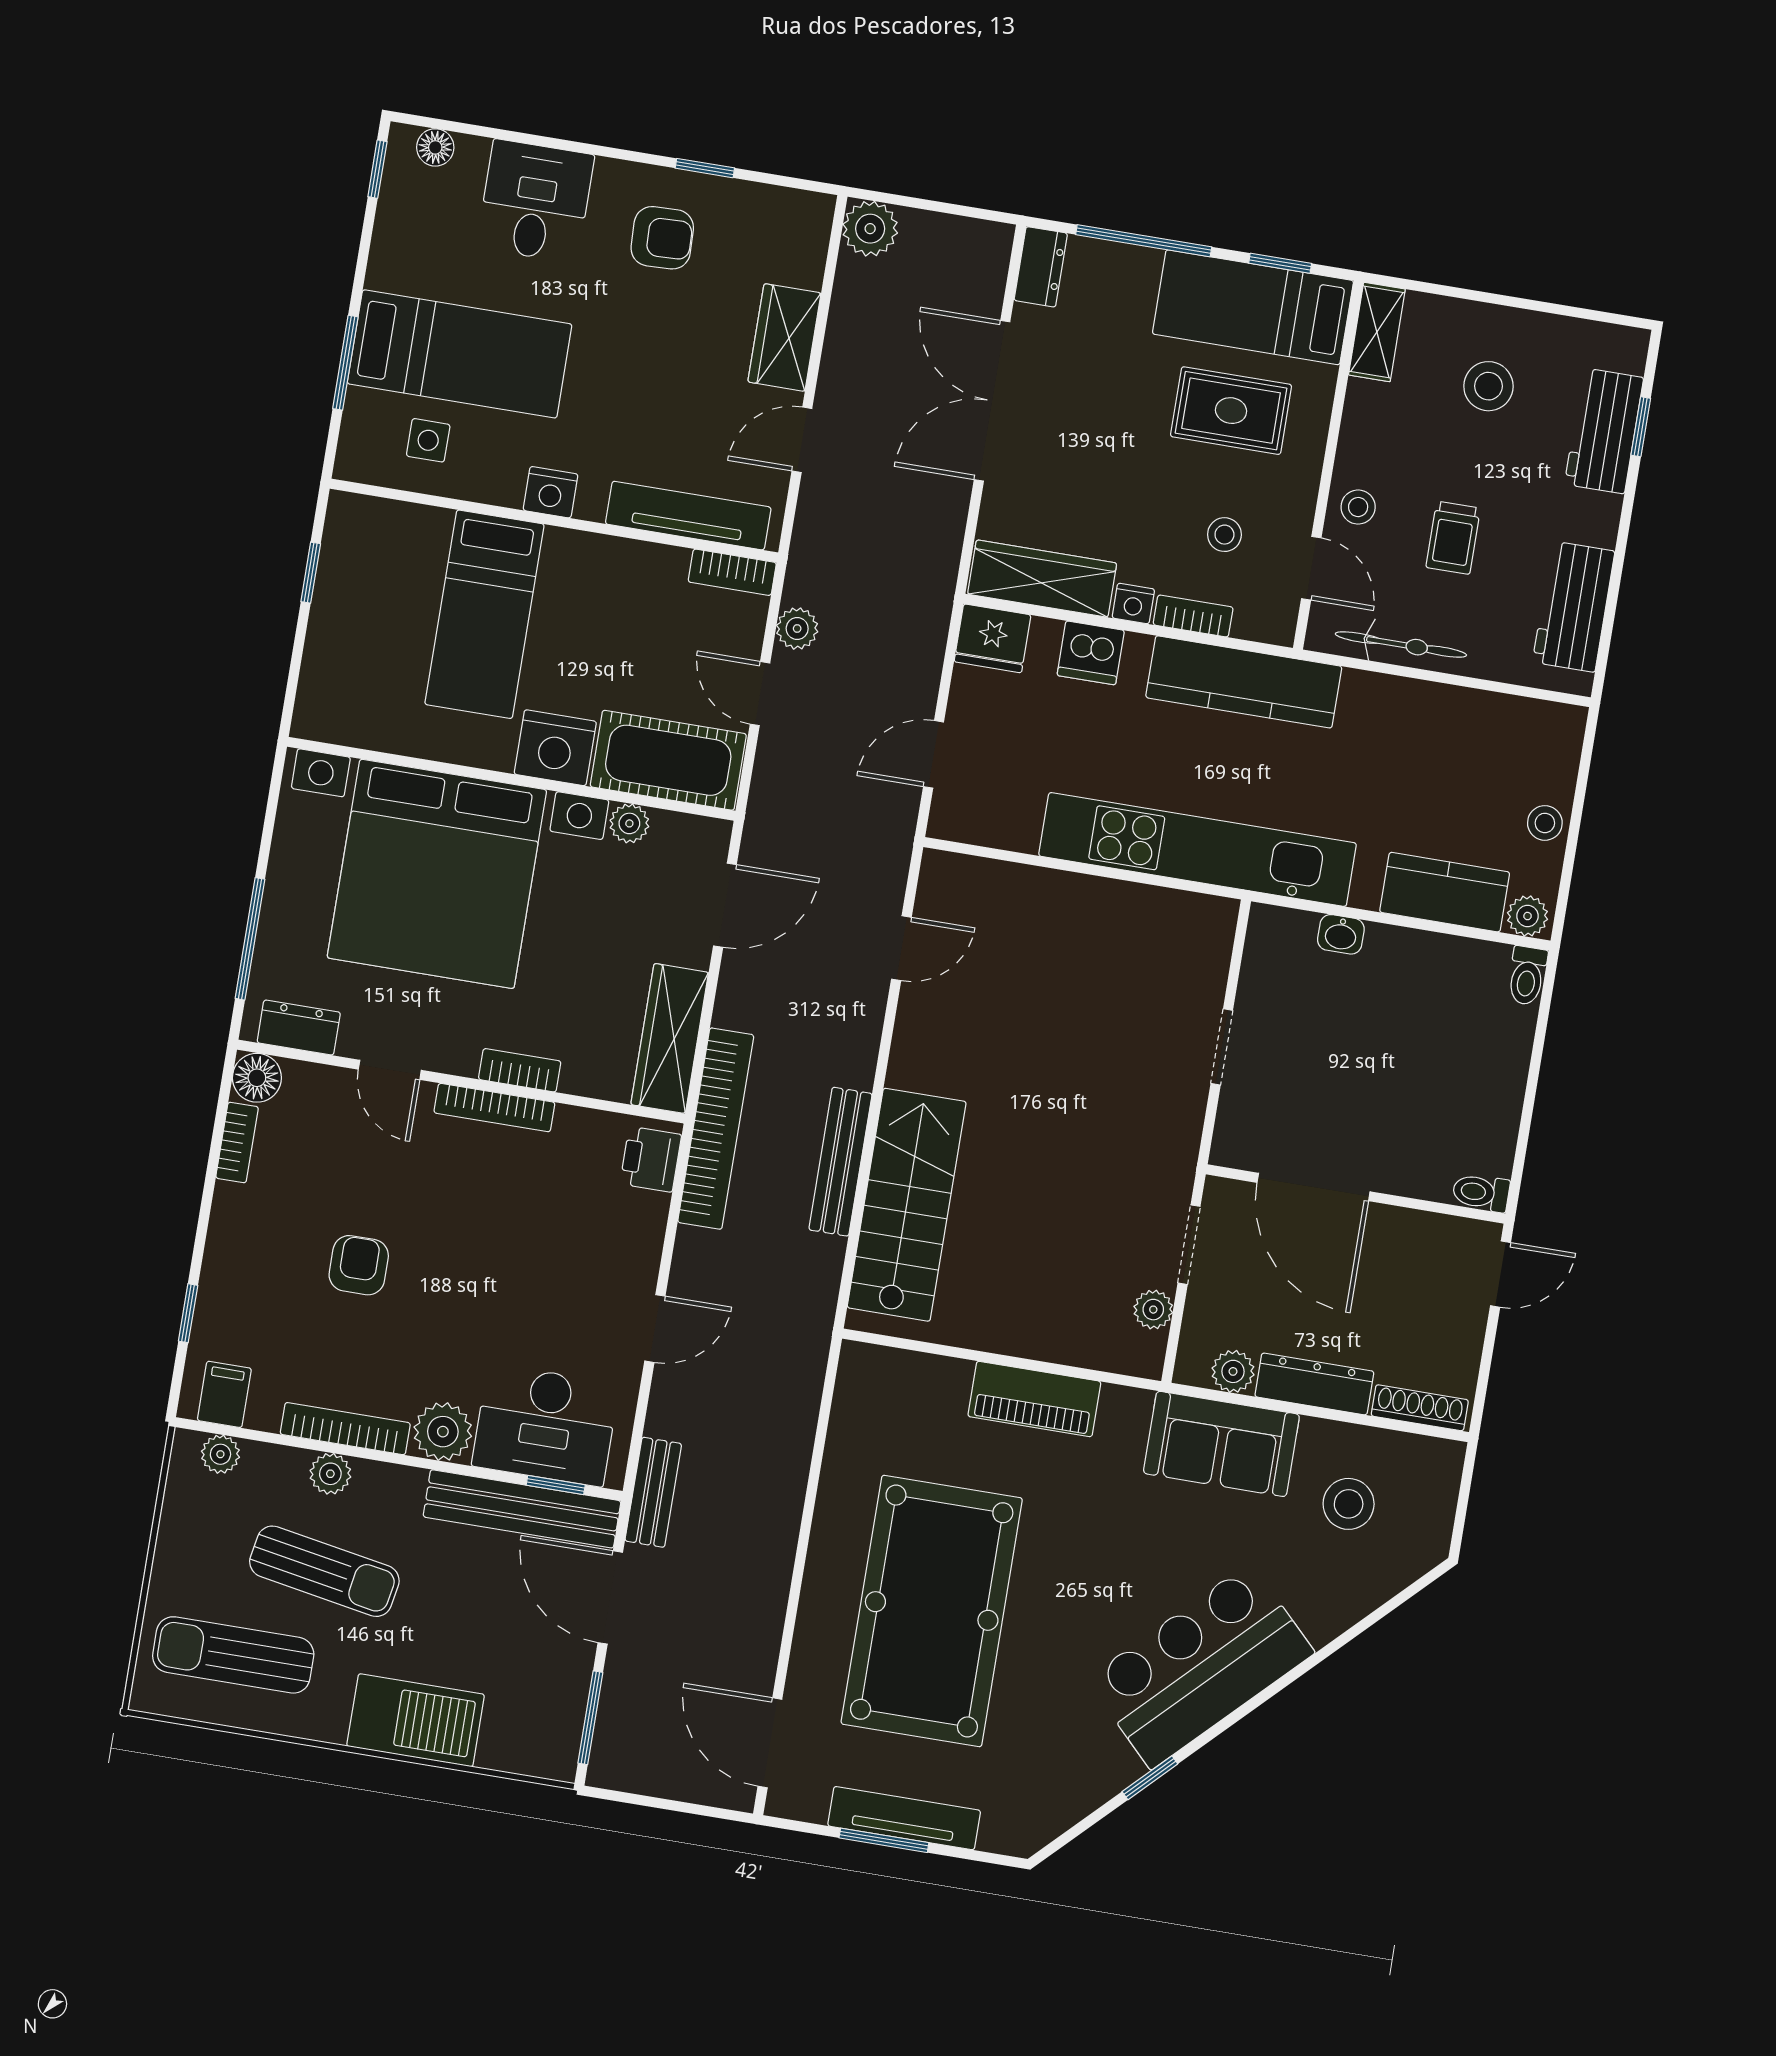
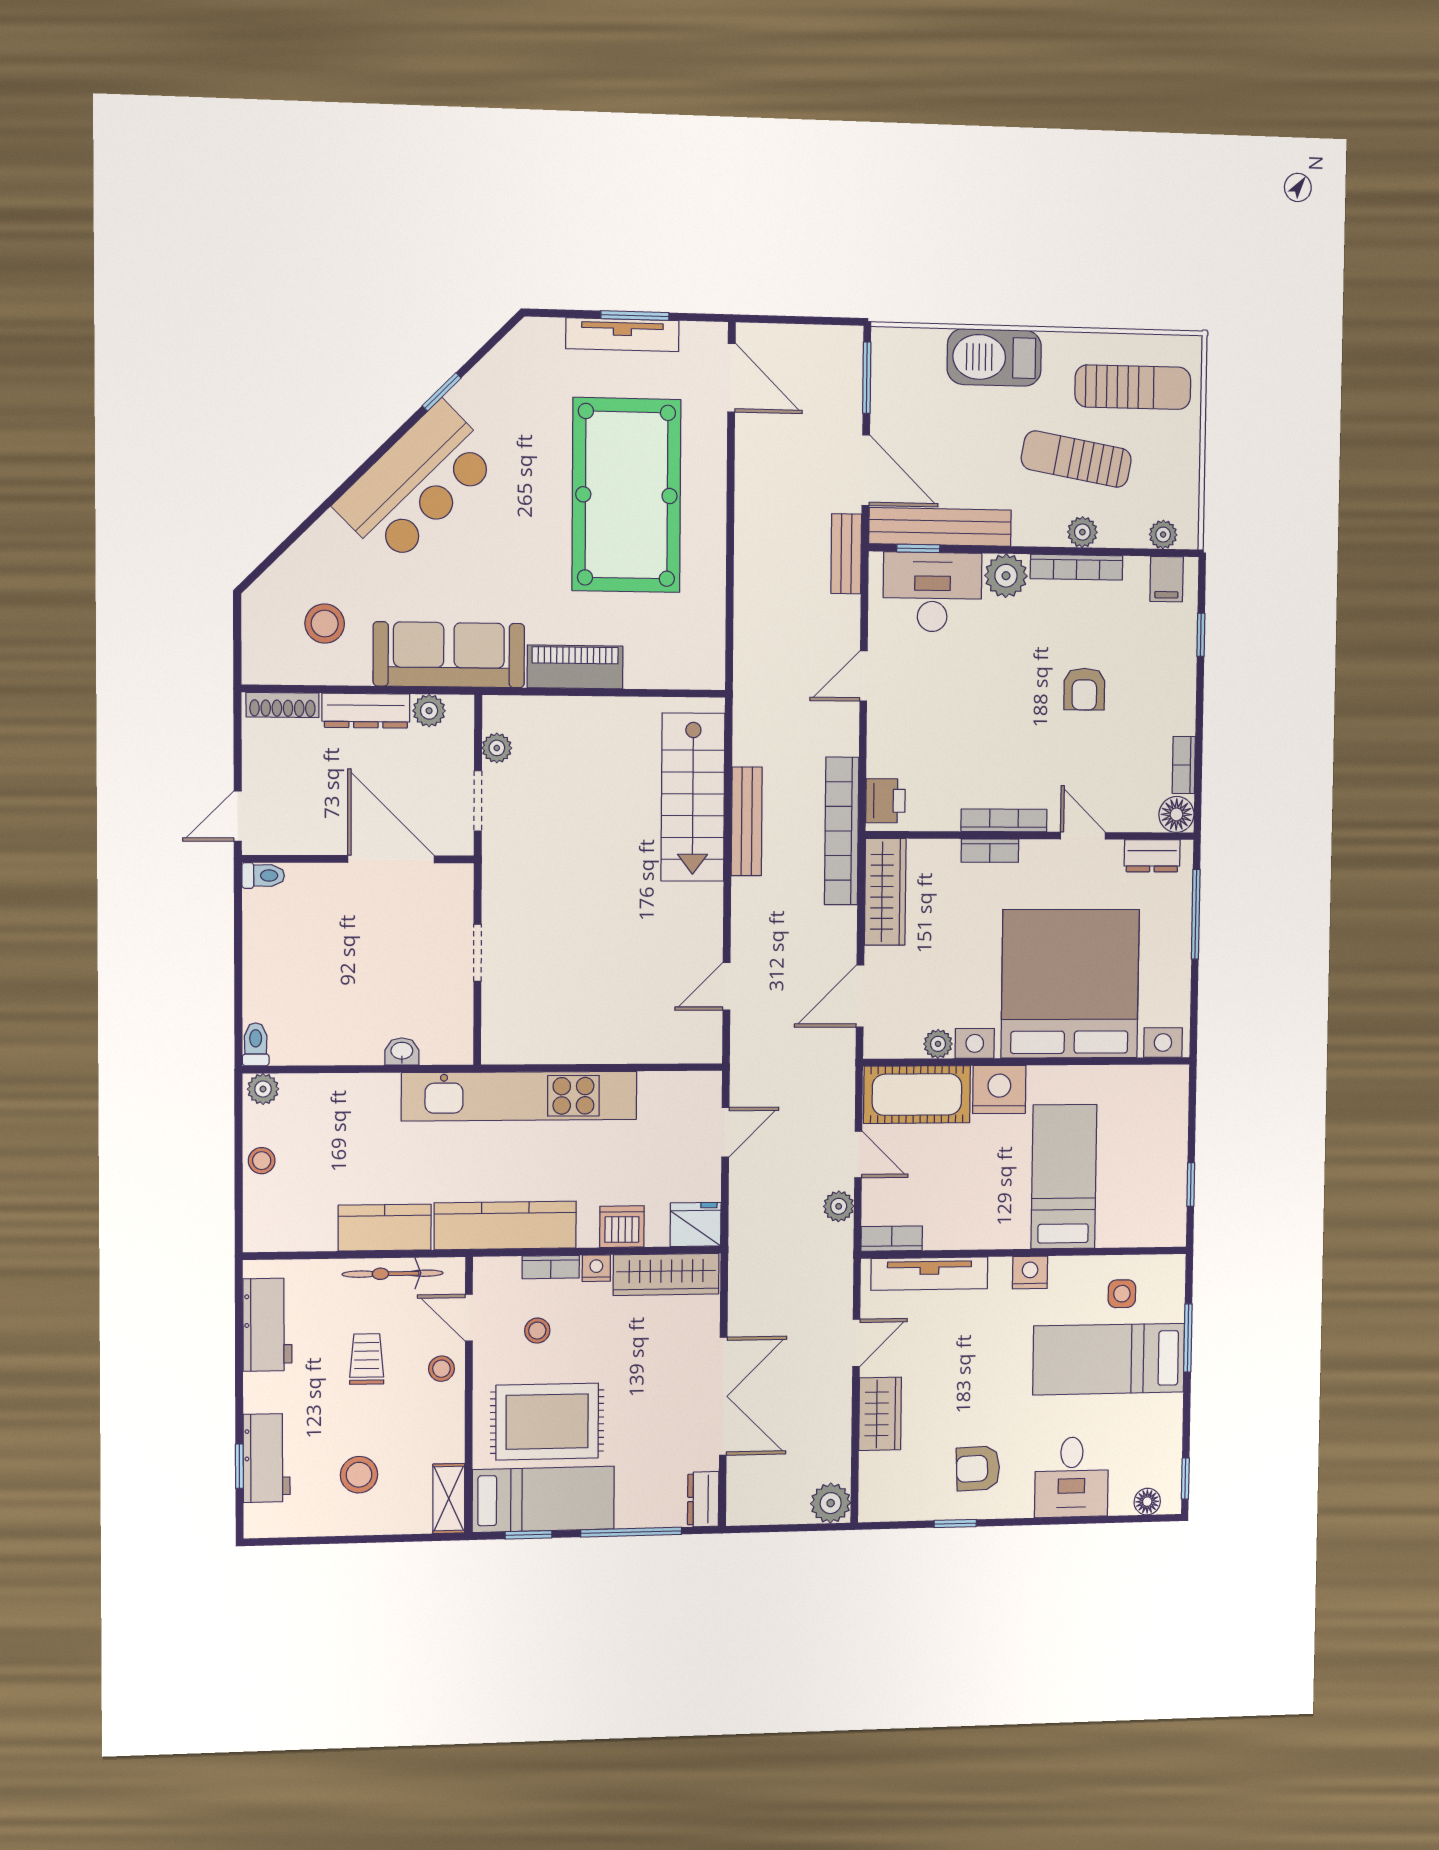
rug: (1231, 411) -> (547, 1422), width x1.36, depth x1.43
kitchen counter: (1445, 892) -> (385, 1228), moved, turned 180
sofa: (1221, 1444) -> (449, 655), width x1.36

